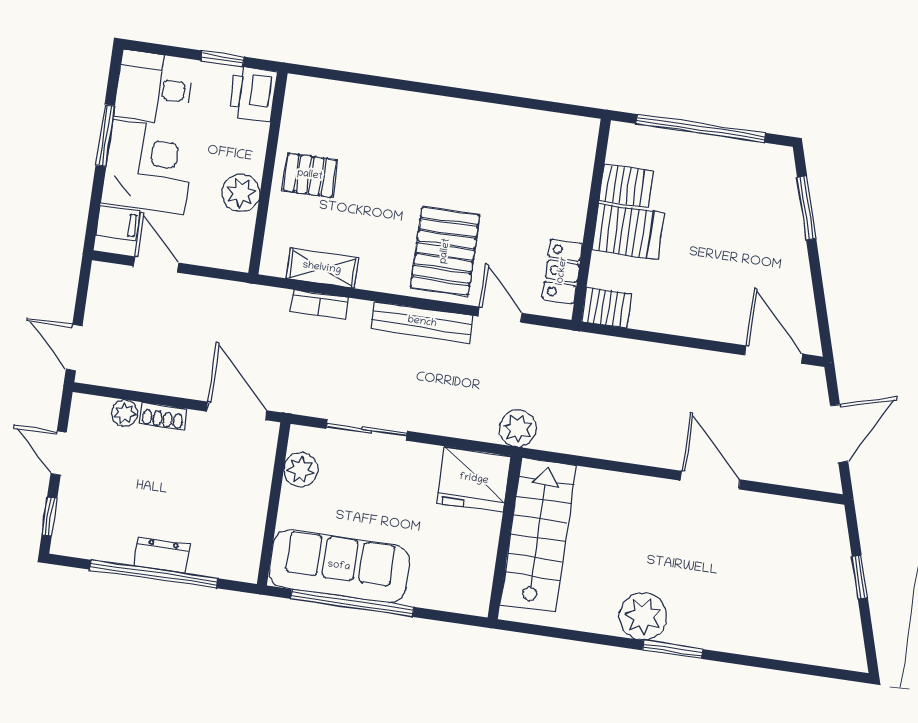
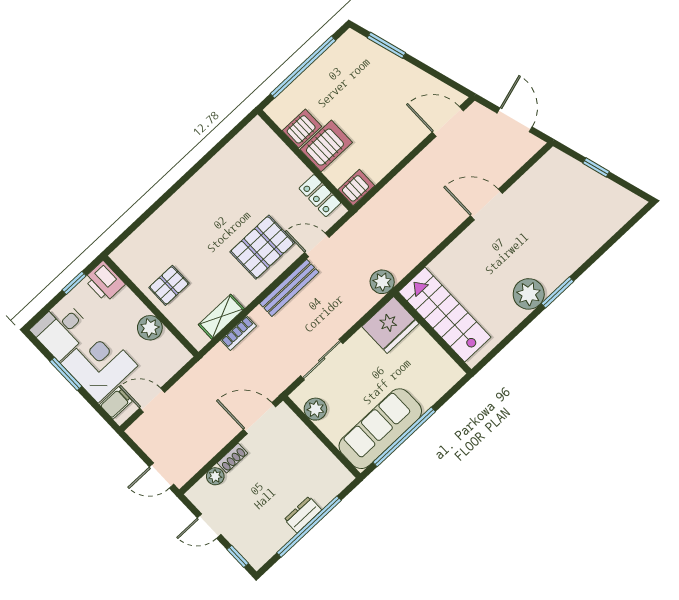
pallet: (445, 251) -> (262, 247), turned 90

